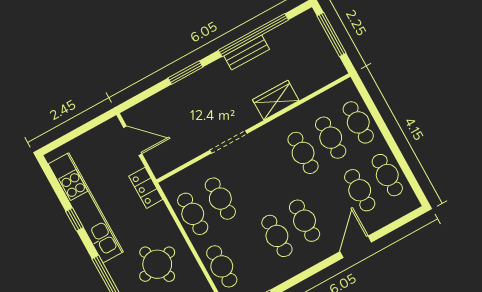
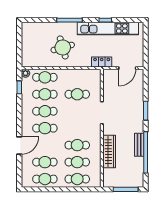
wardrobe: (276, 100) -> (109, 151), width x1.50
cafe table: (193, 214) -> (45, 94), moved
door: (356, 247) -> (19, 145), hinge flipped

